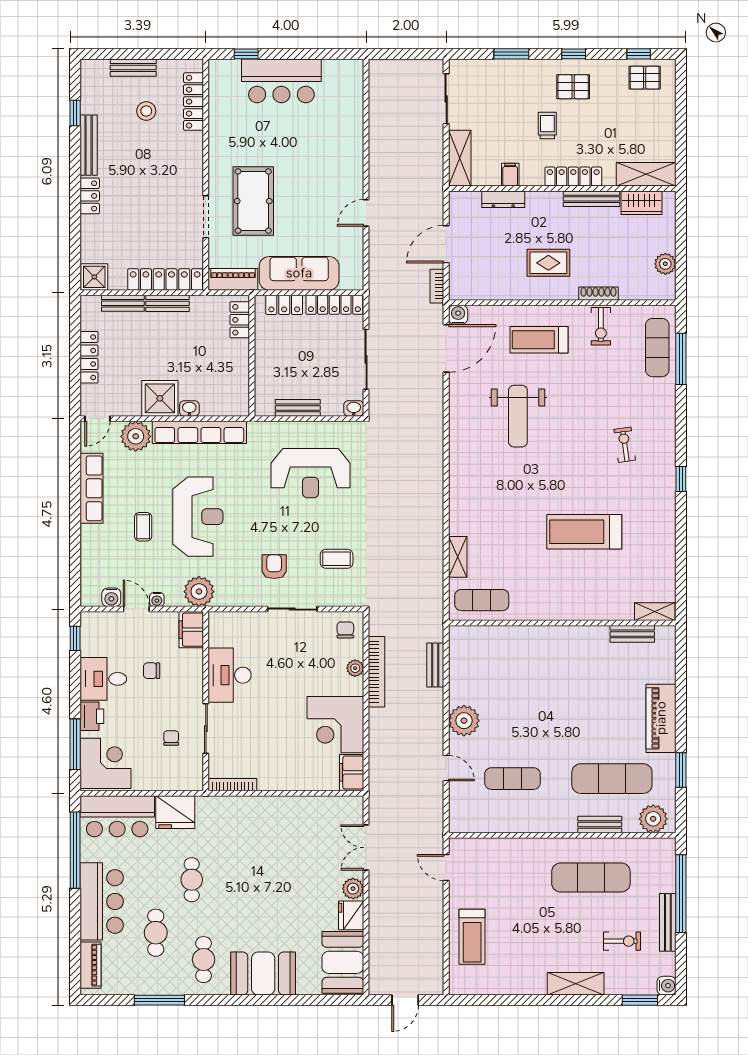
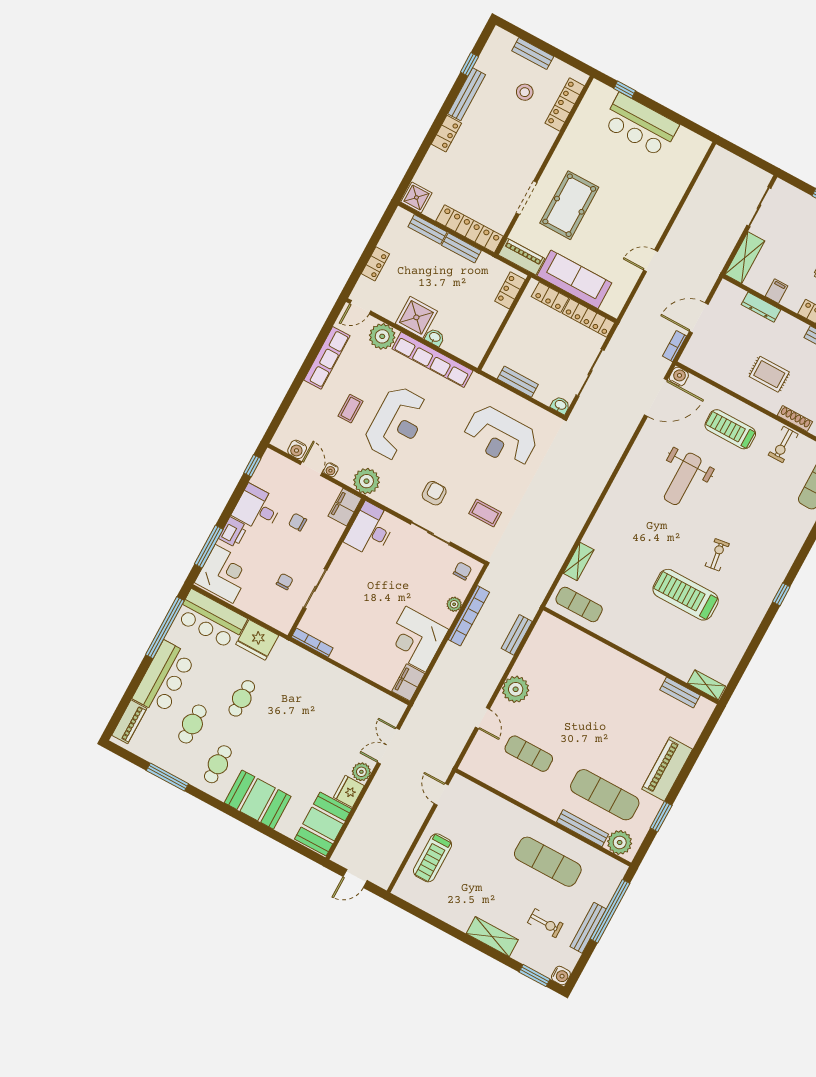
locker: (89, 357) -> (375, 264), width x0.66
exercise bike: (625, 445) -> (717, 555), moved
desk: (230, 675) -> (370, 530), moved
bench: (600, 825) -> (582, 828), width x1.36

